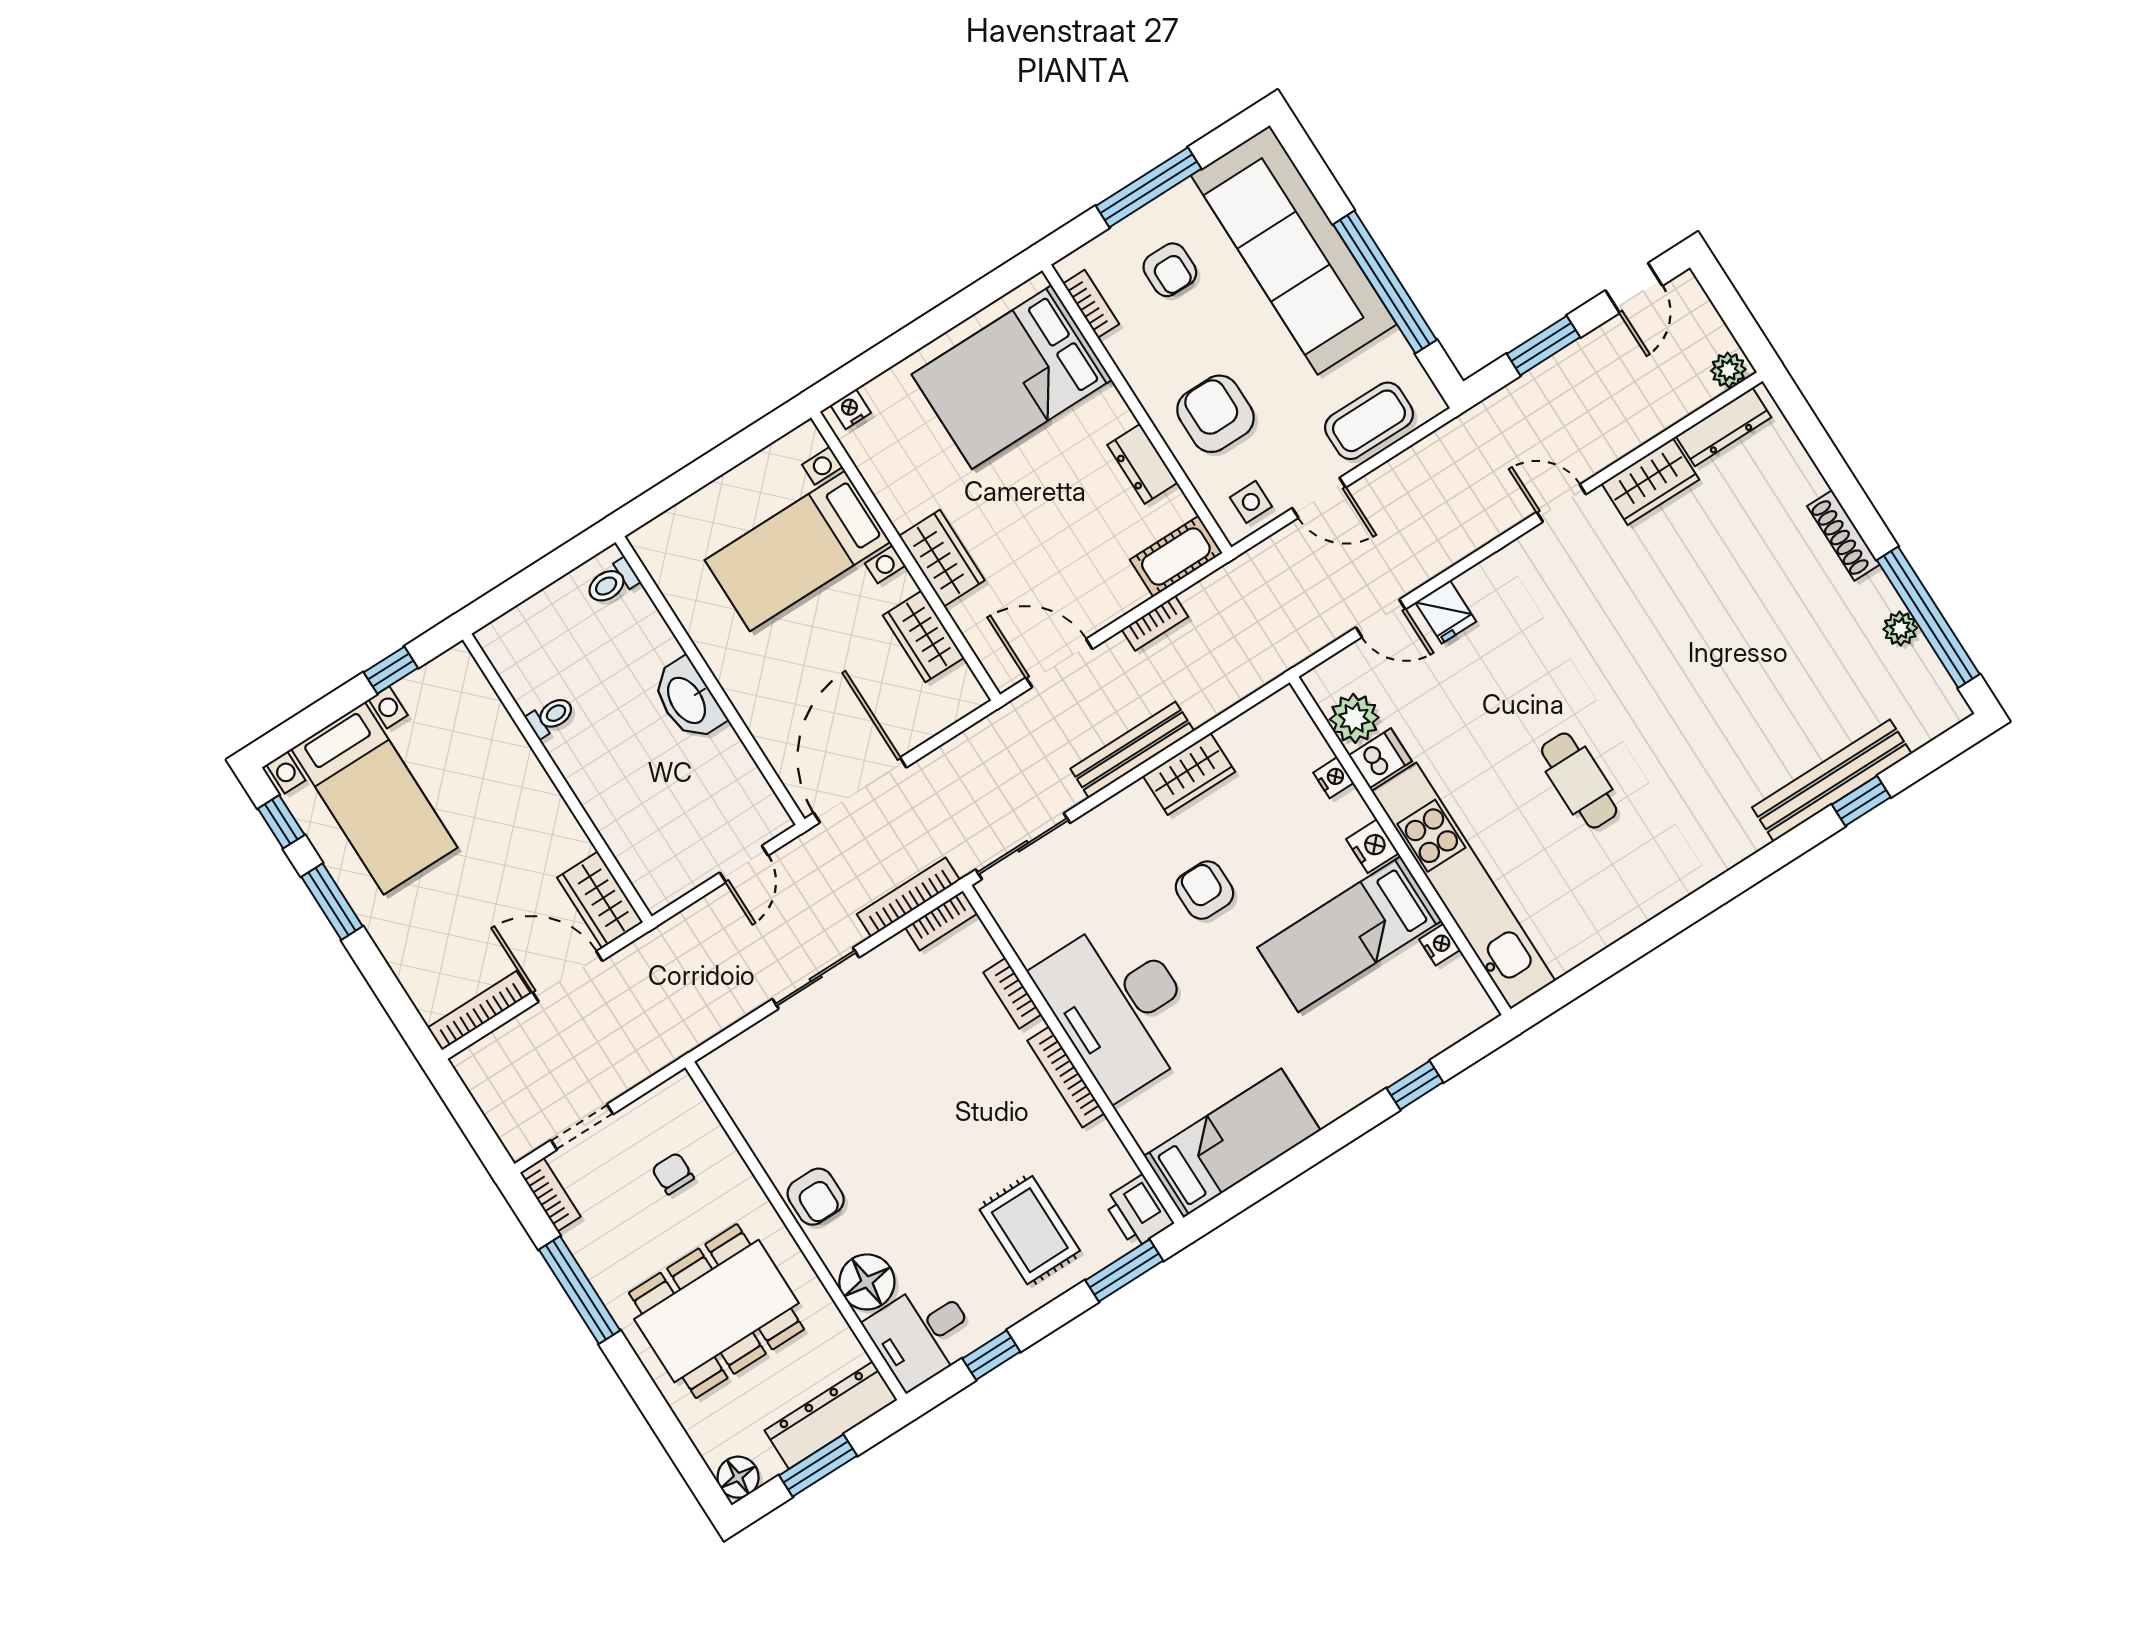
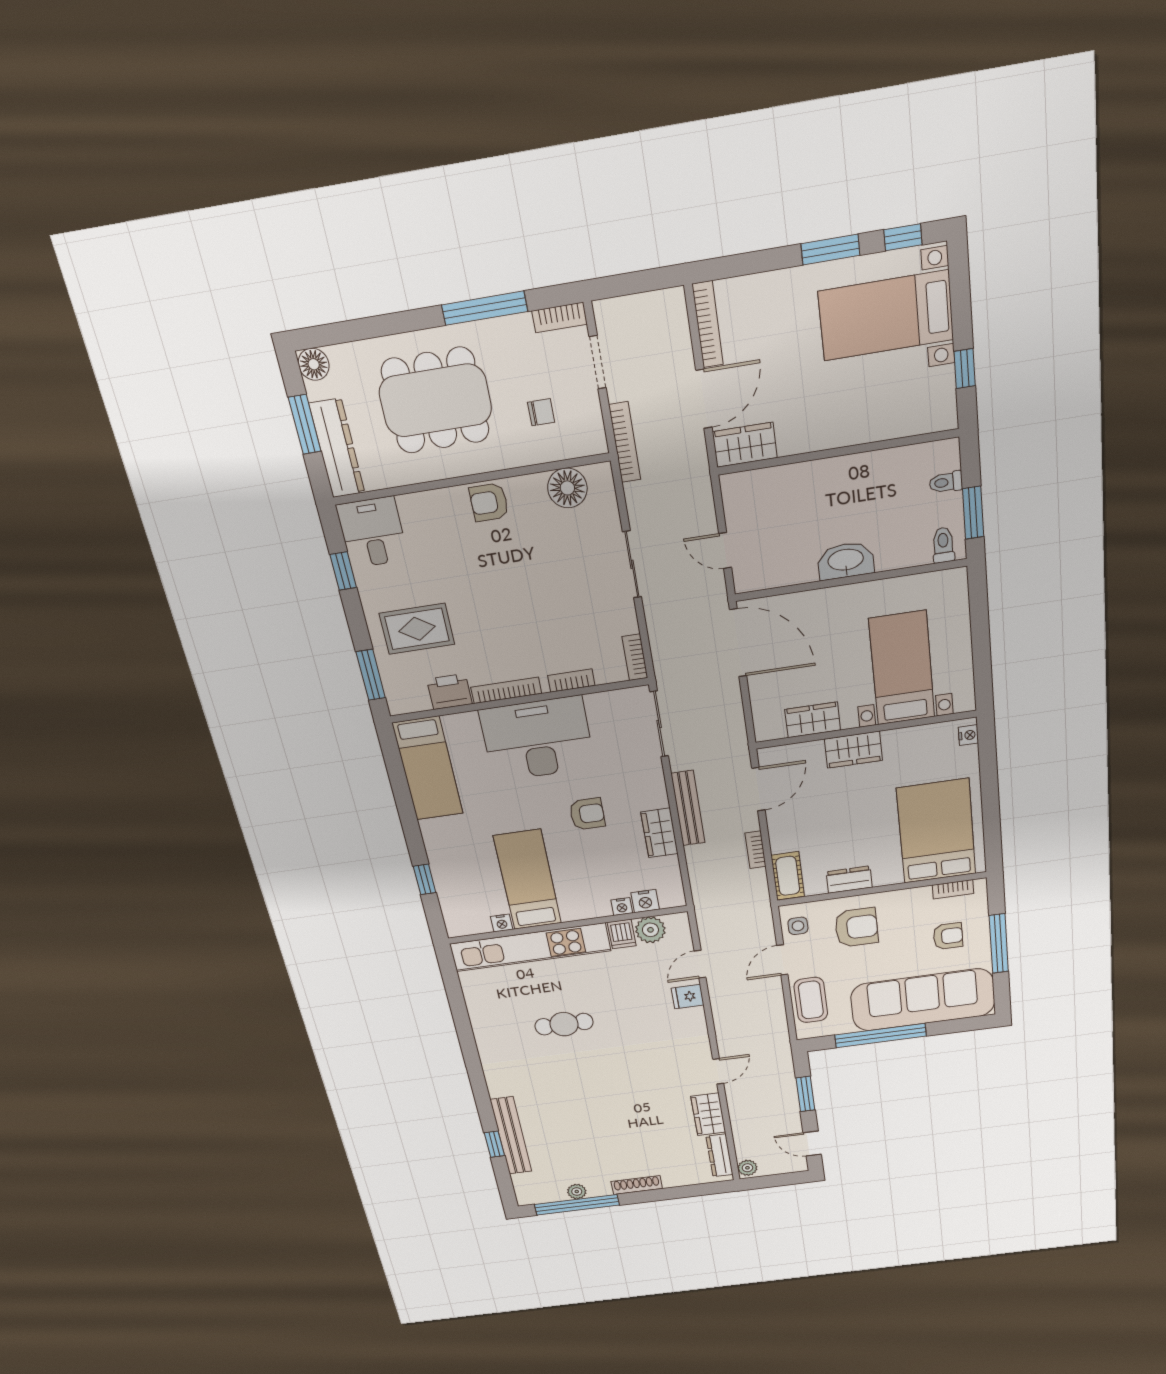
armchair: (1170, 270) -> (948, 936), turned 180
window: (555, 566) -> (973, 513), added
toilet: (551, 717) -> (946, 482), moved, turned 90
nightstand: (1372, 846) -> (645, 901), moved
bookcase: (908, 897) -> (625, 442), moved
printer: (1138, 1212) -> (449, 692), moved
floor lamp: (867, 1282) -> (567, 488), moved
dining table: (716, 1311) -> (435, 401), turned 90

